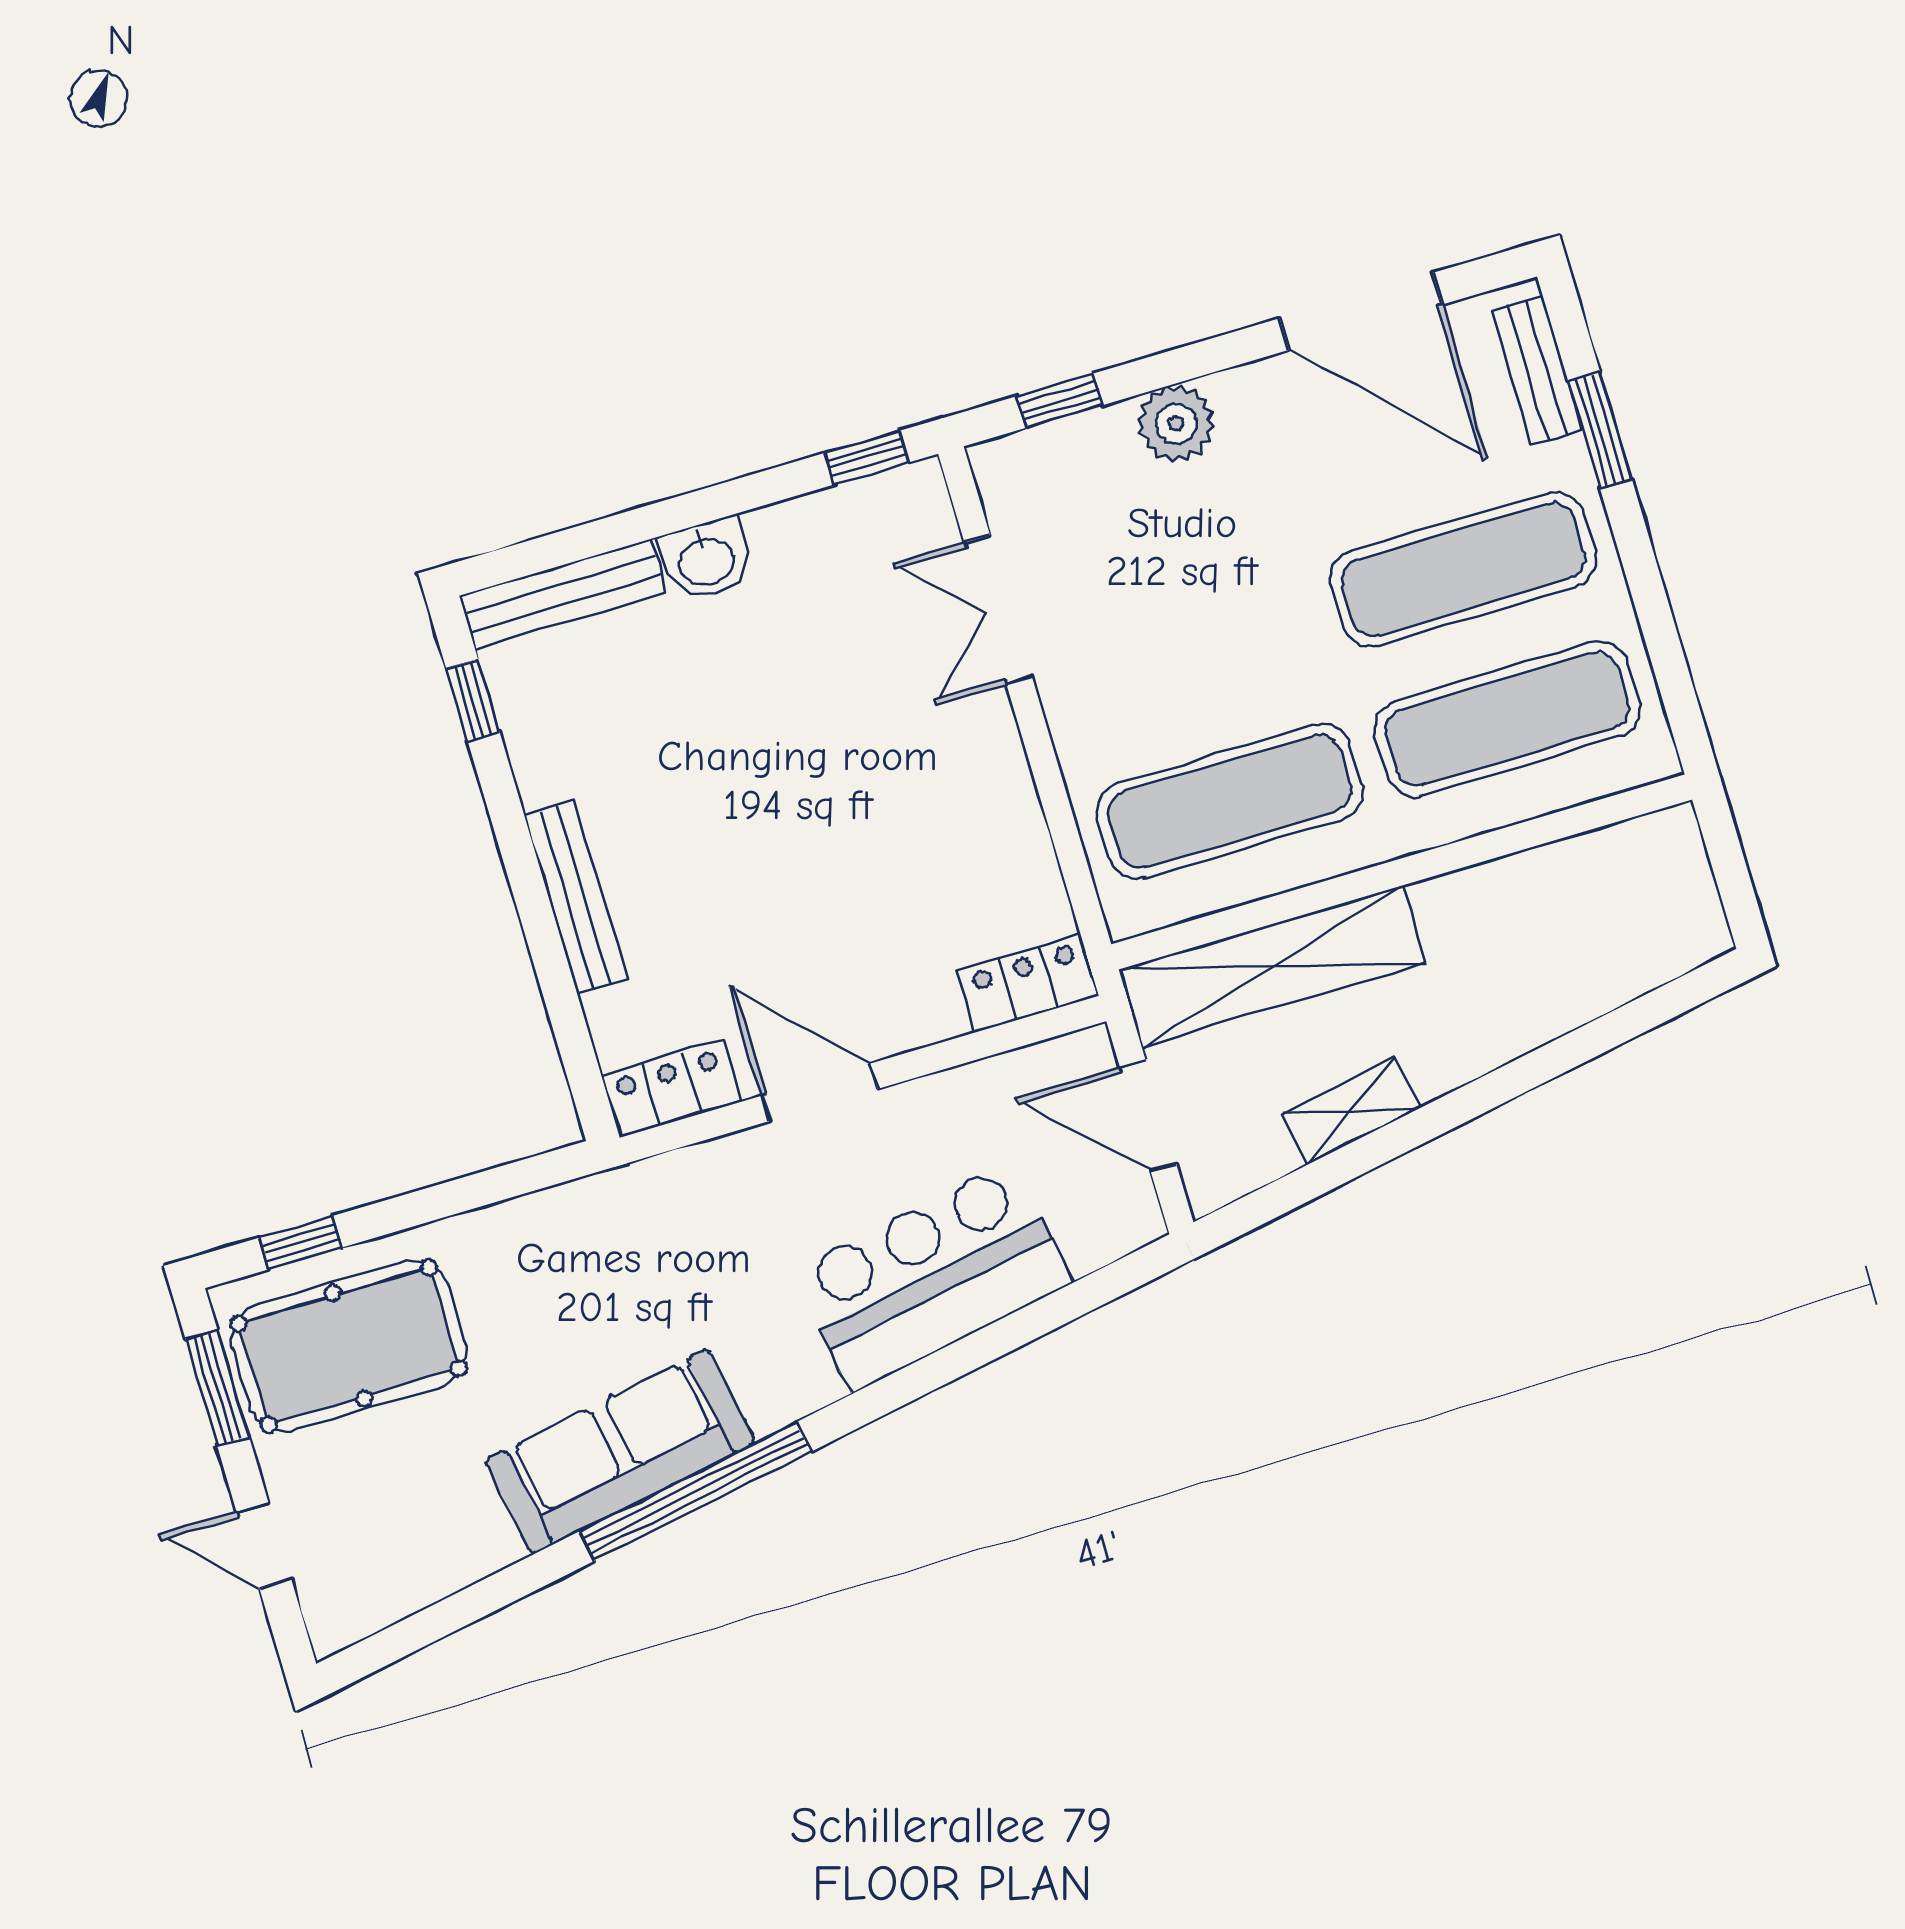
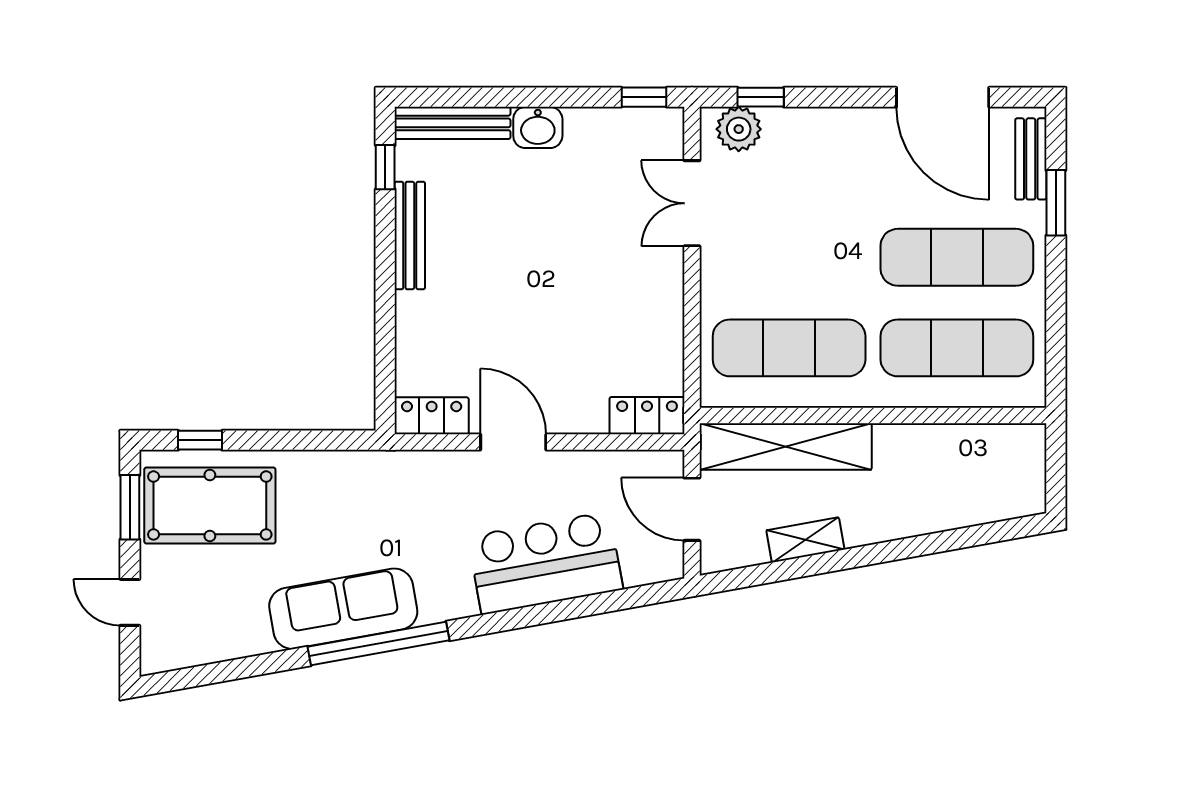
plant: (1176, 423) -> (739, 129), moved
bench: (576, 897) -> (410, 235), moved

